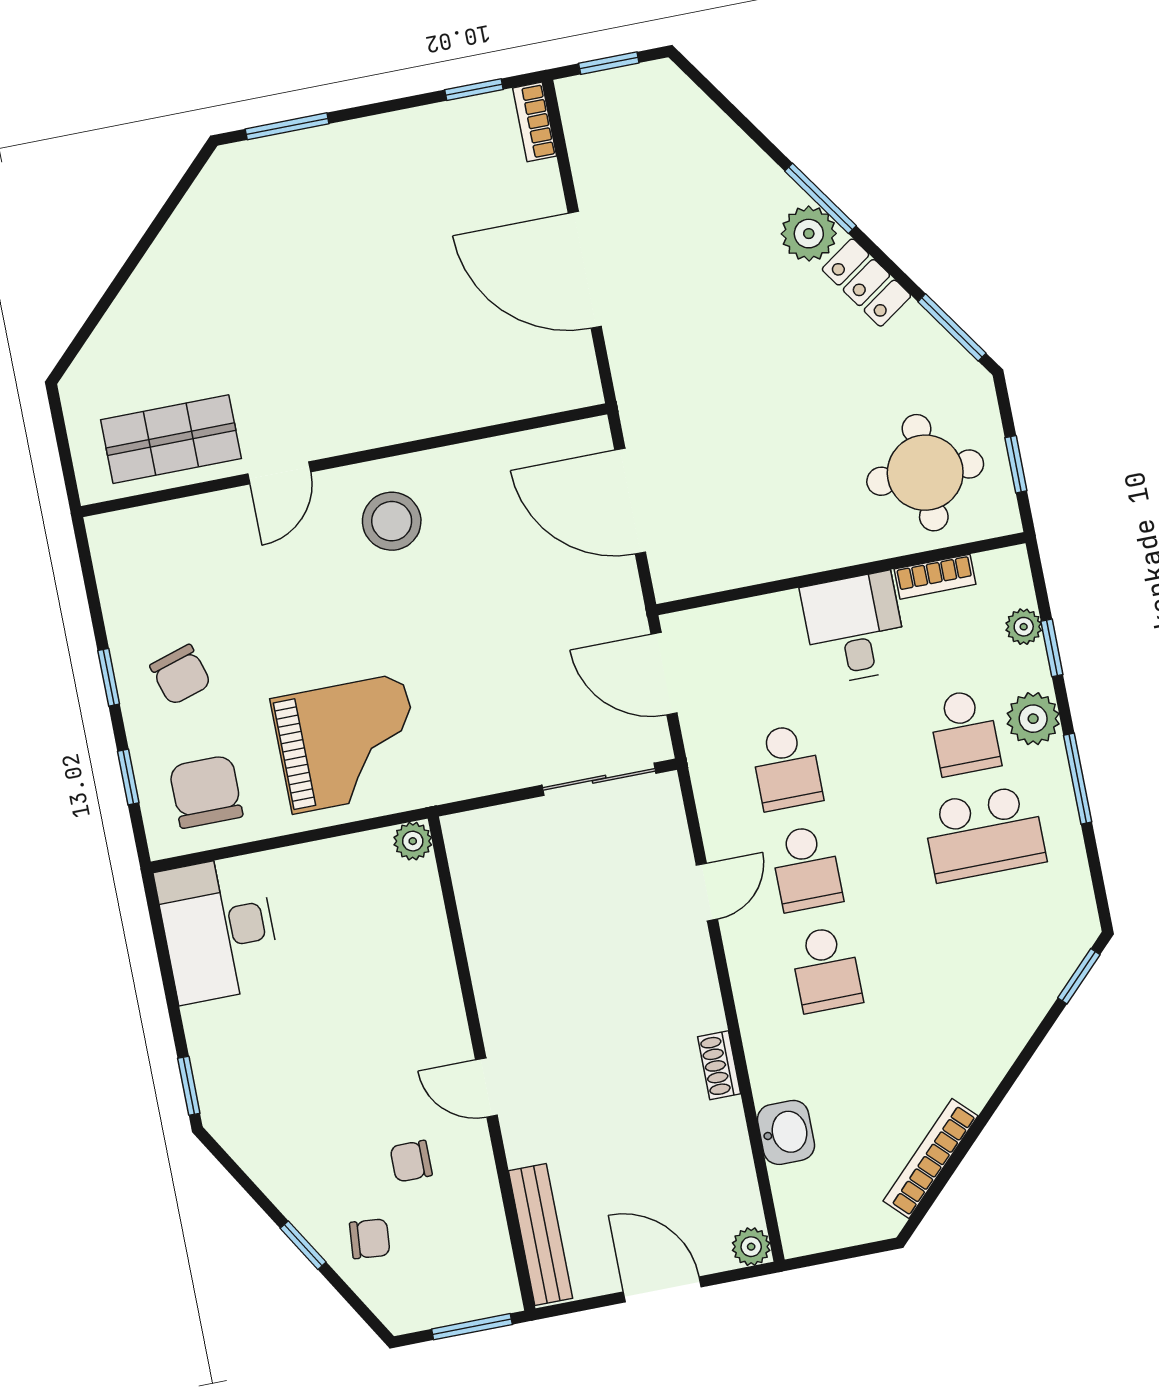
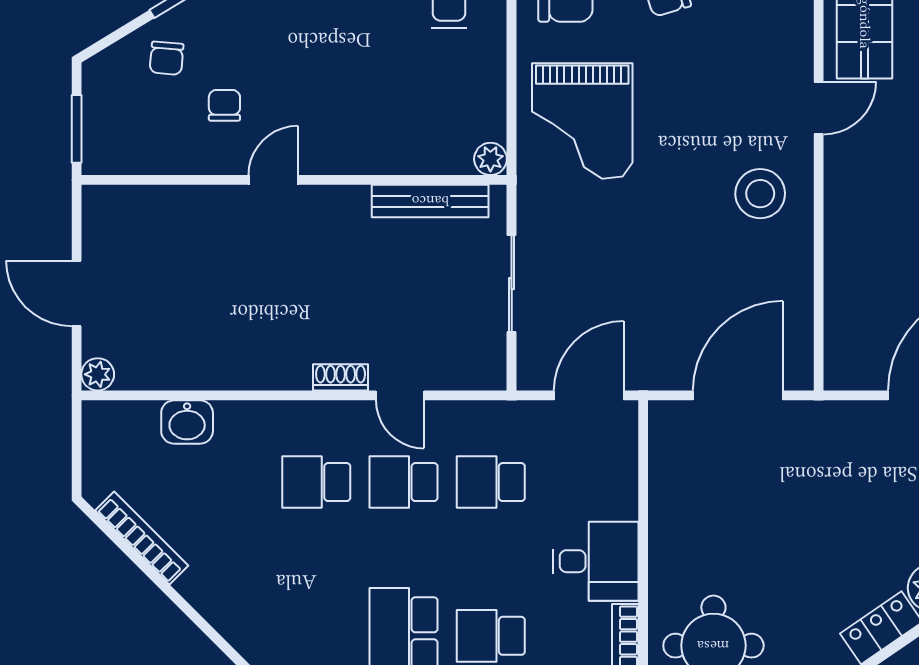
door: (279, 473) -> (819, 108), swing flipped
sliding door: (599, 779) -> (512, 284), moved
shoe rack: (719, 1065) -> (341, 377), moved
bench: (541, 1234) -> (430, 201), moved
door: (662, 1289) -> (77, 293), swing flipped

